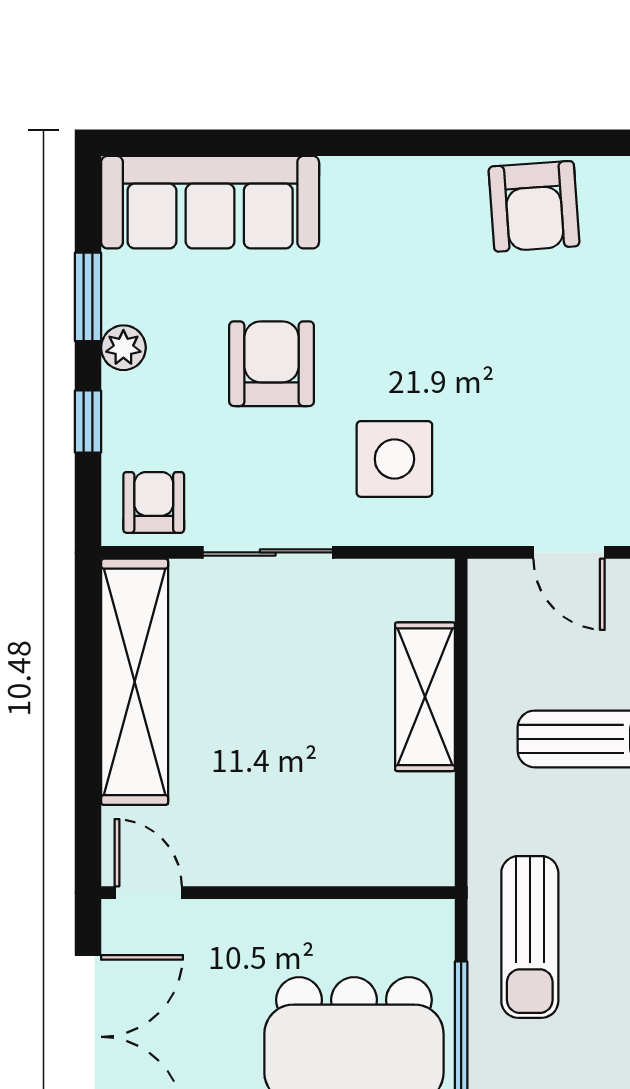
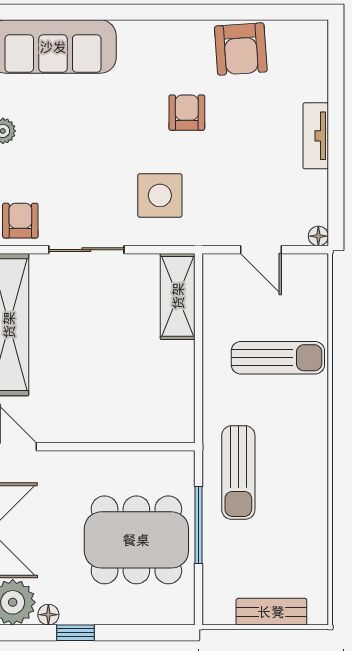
armchair: (272, 364) -> (187, 113), moved, width x0.72, depth x0.72
shelving: (425, 697) -> (178, 296), moved

